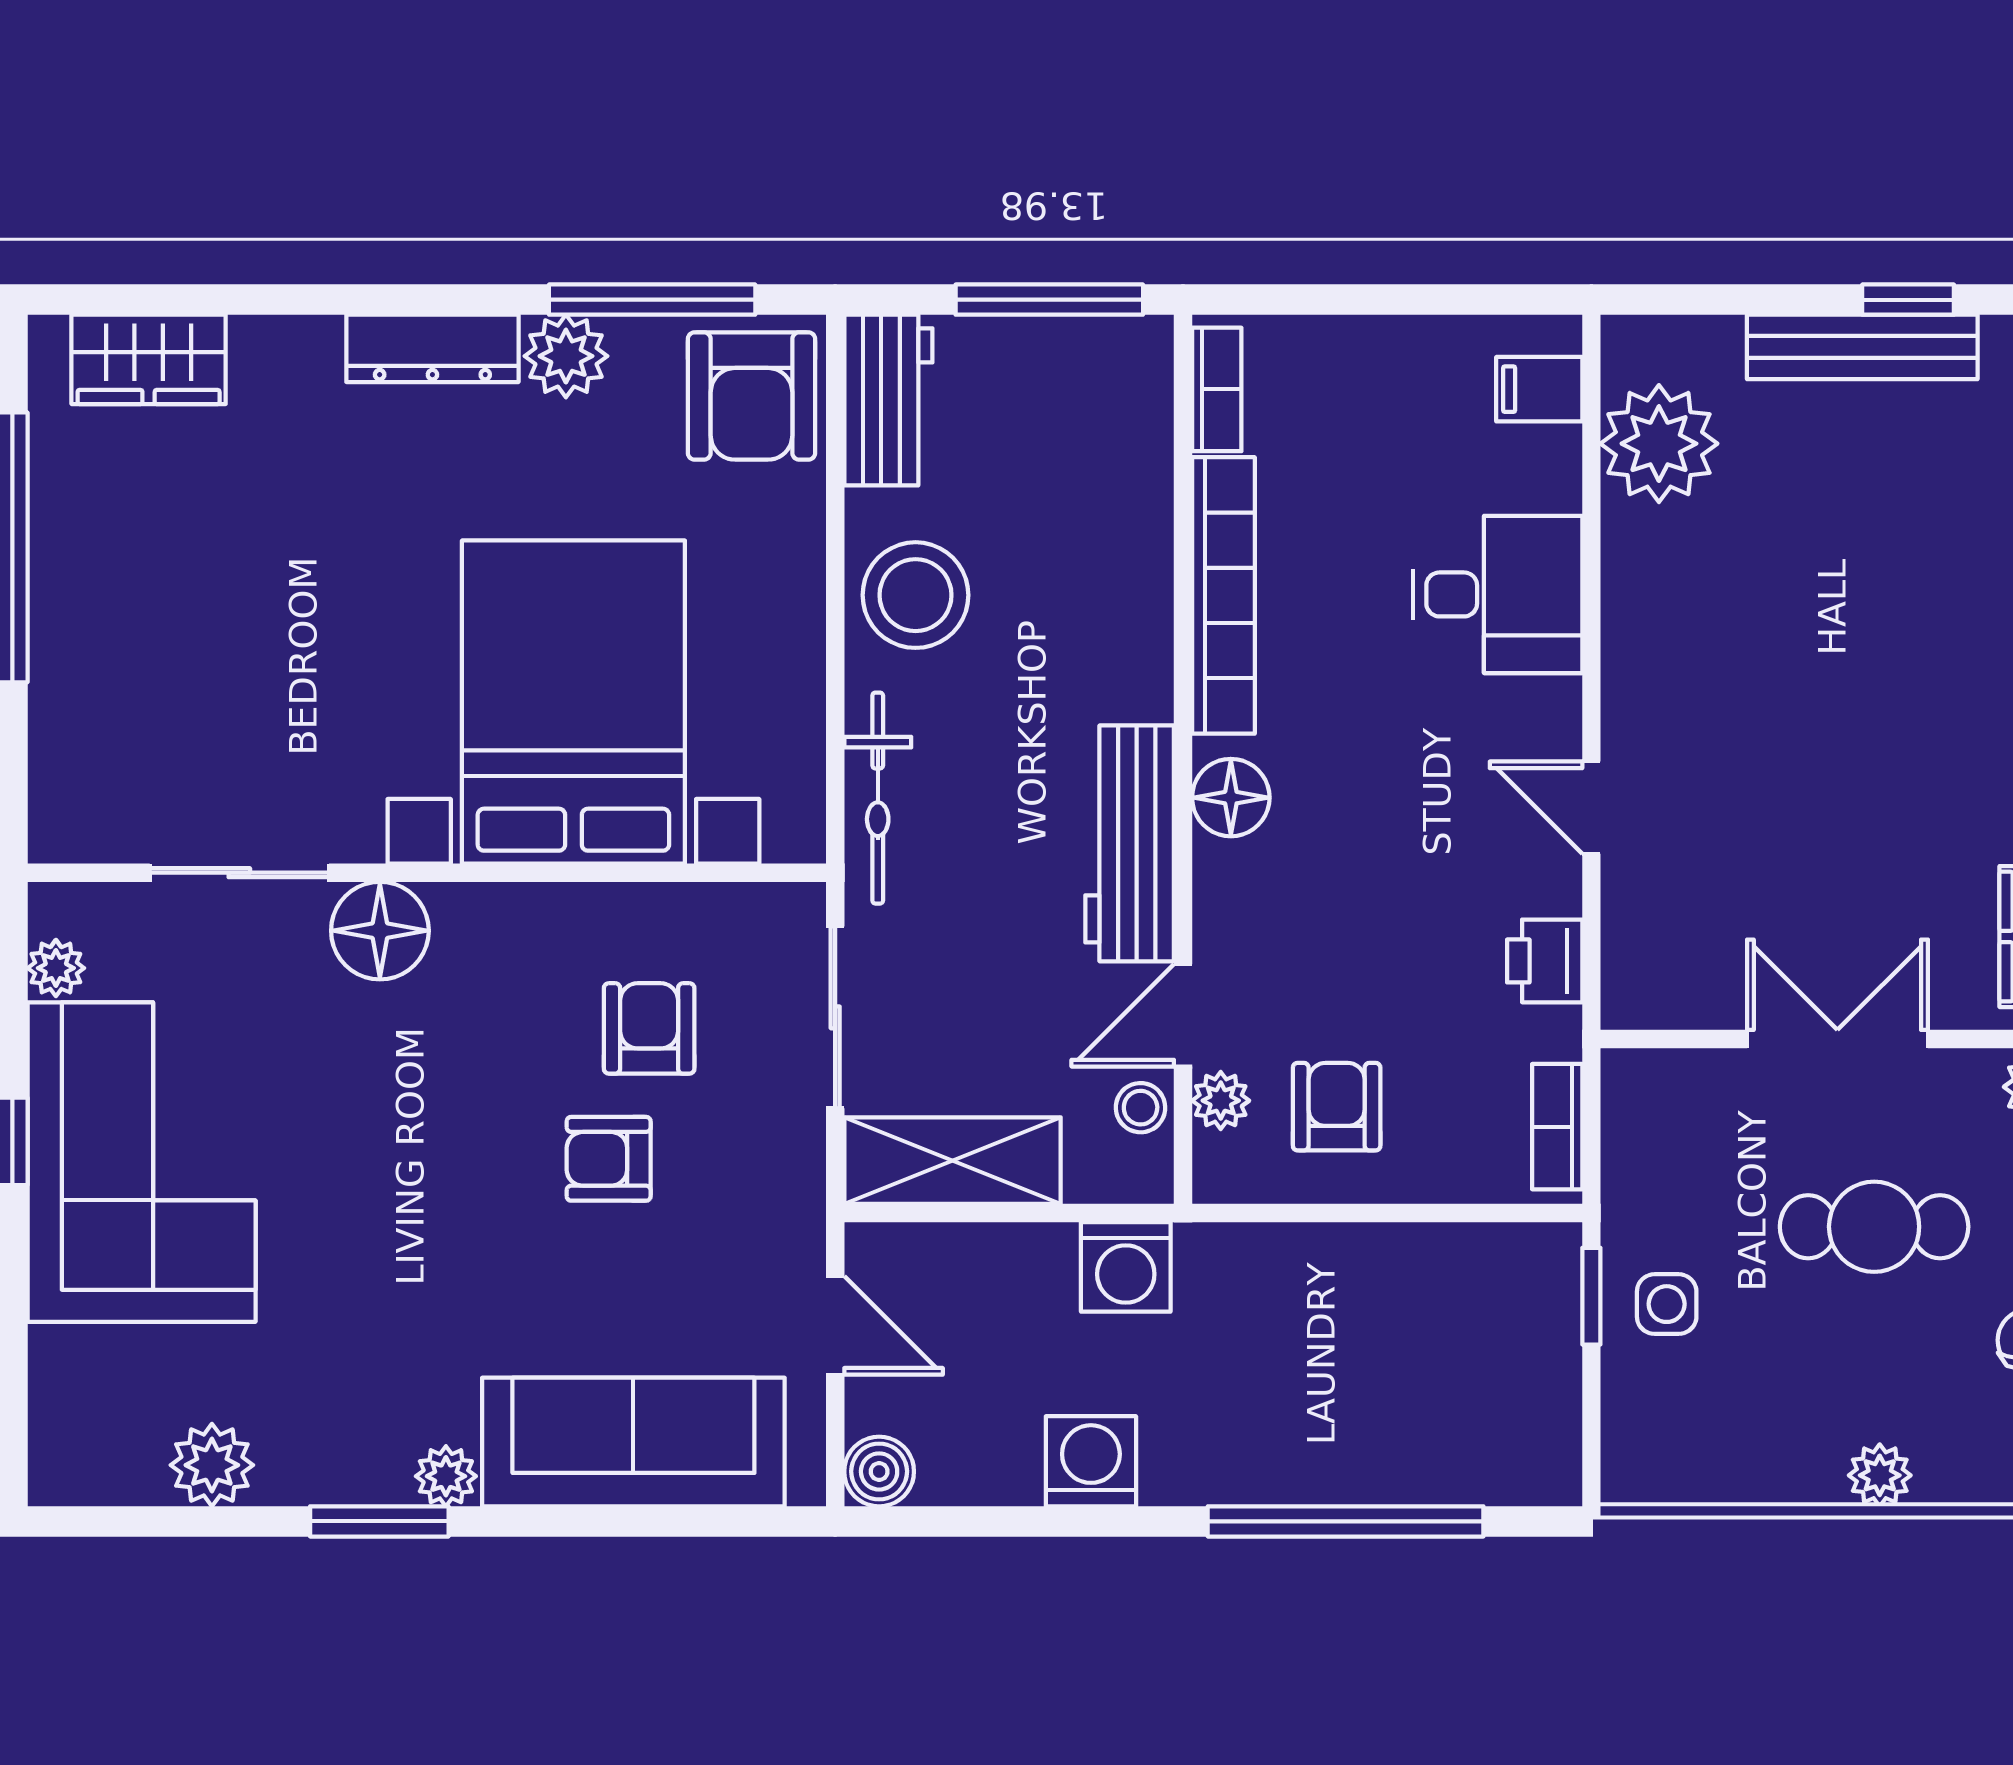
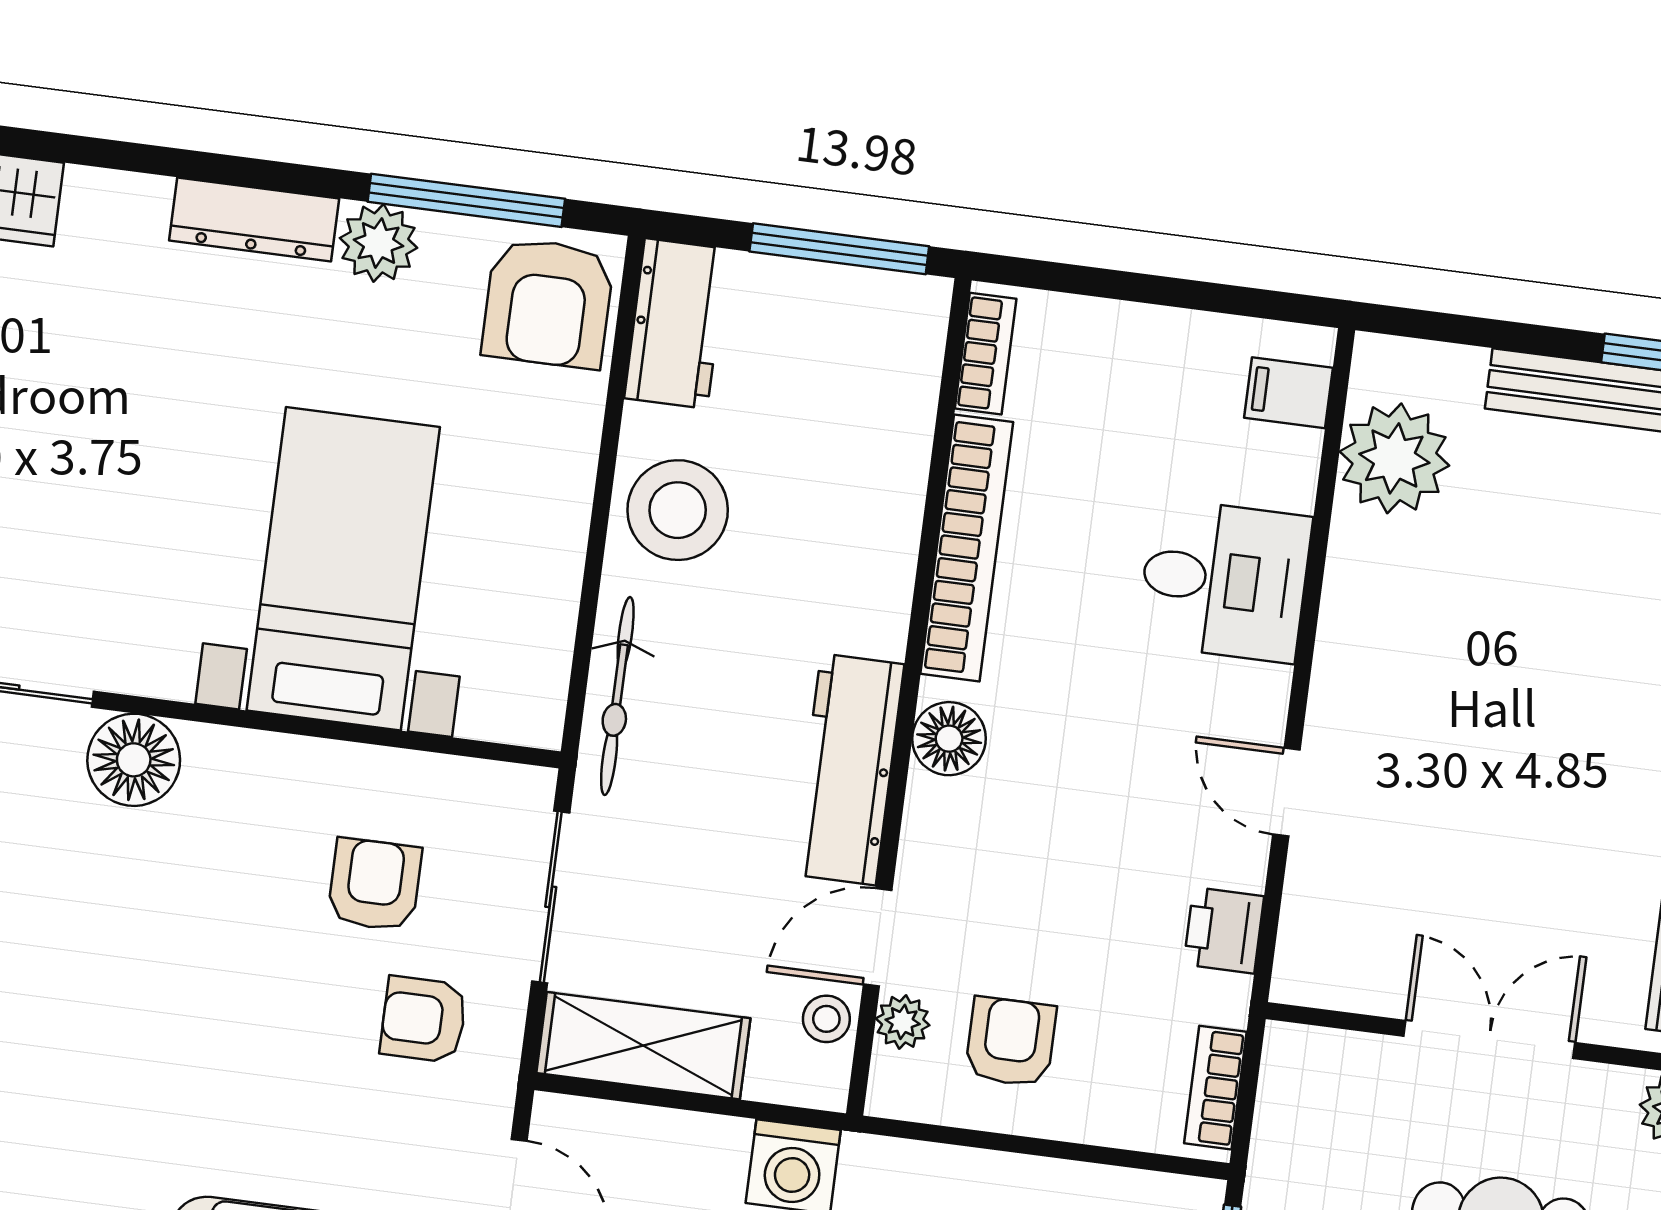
bed with nightstands: (573, 702) -> (343, 569), width x0.73
armchair: (609, 1159) -> (424, 1019), moved

